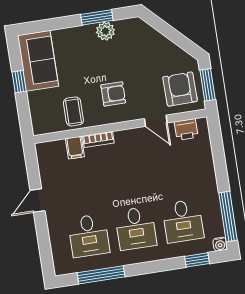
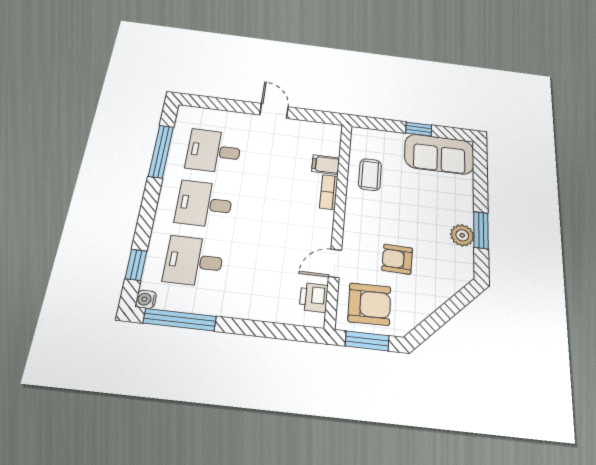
armchair: (113, 94) -> (397, 259), moved, turned 92
coffee table: (73, 111) -> (370, 175), turned 90

